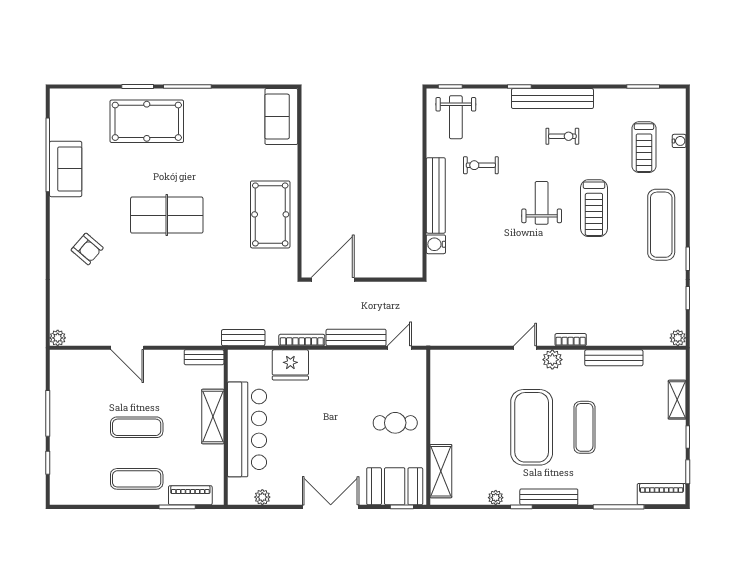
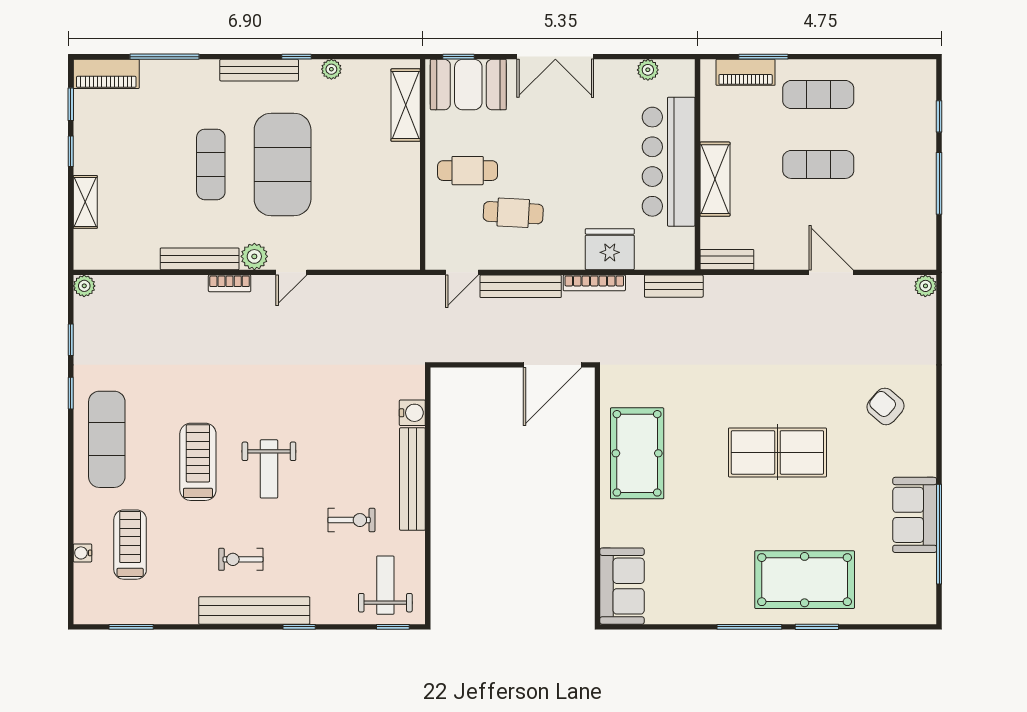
bench: (614, 358) -> (200, 259), moved
cafe table: (362, 392) -> (513, 213), added

